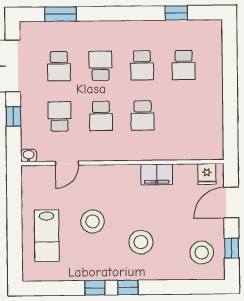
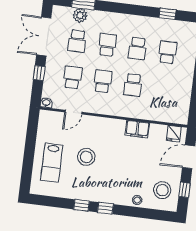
plant: (58, 31) -> (80, 15), added
school desk: (184, 65) -> (168, 52), turned 180
school desk: (101, 116) -> (103, 81), turned 180
stool: (141, 242) -> (137, 200), moved, width x0.53, depth x0.53

